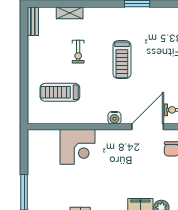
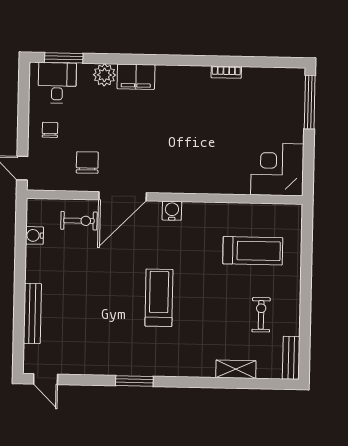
exercise bike: (78, 52) -> (261, 315), moved
corner desk: (78, 147) -> (277, 169), moved

